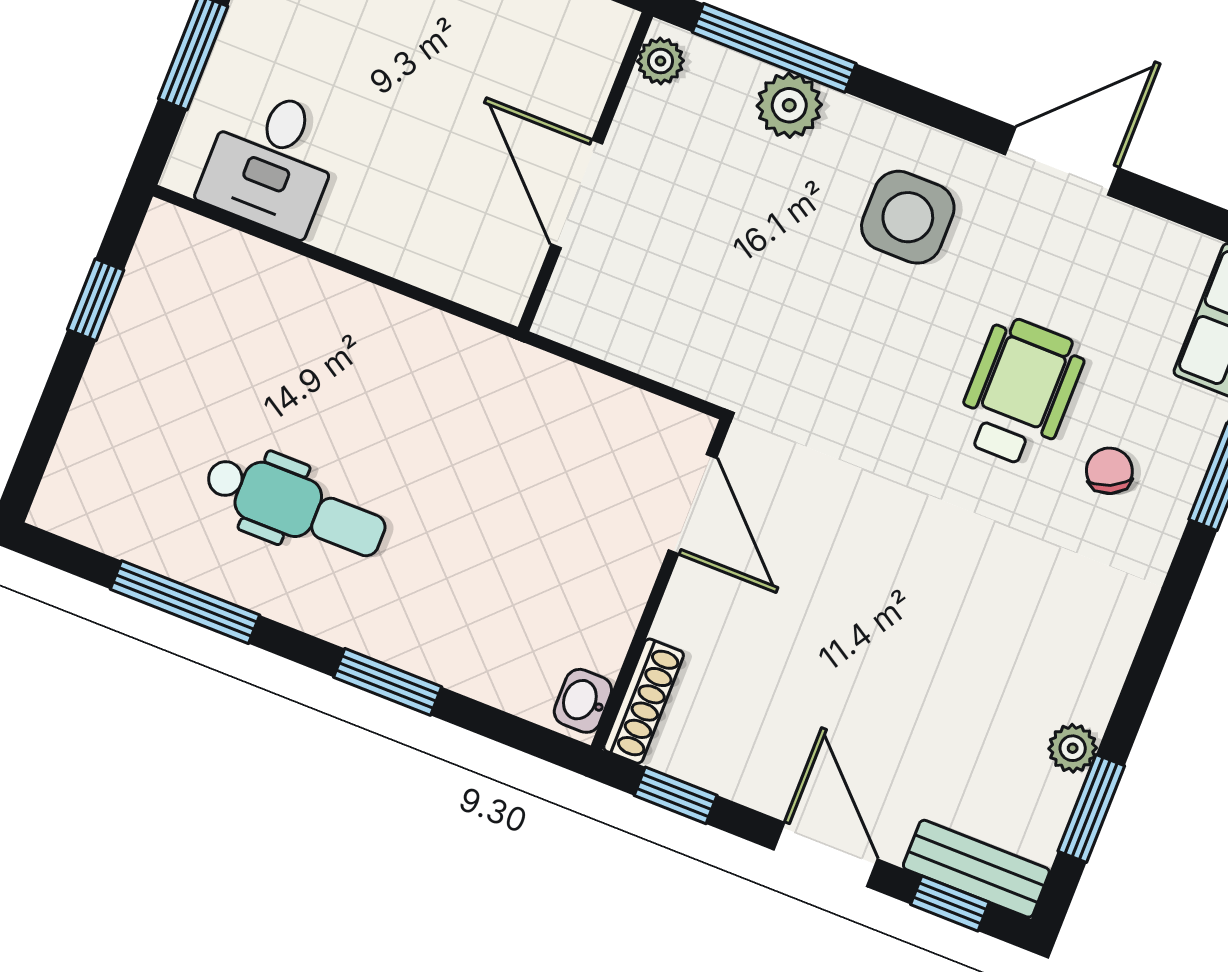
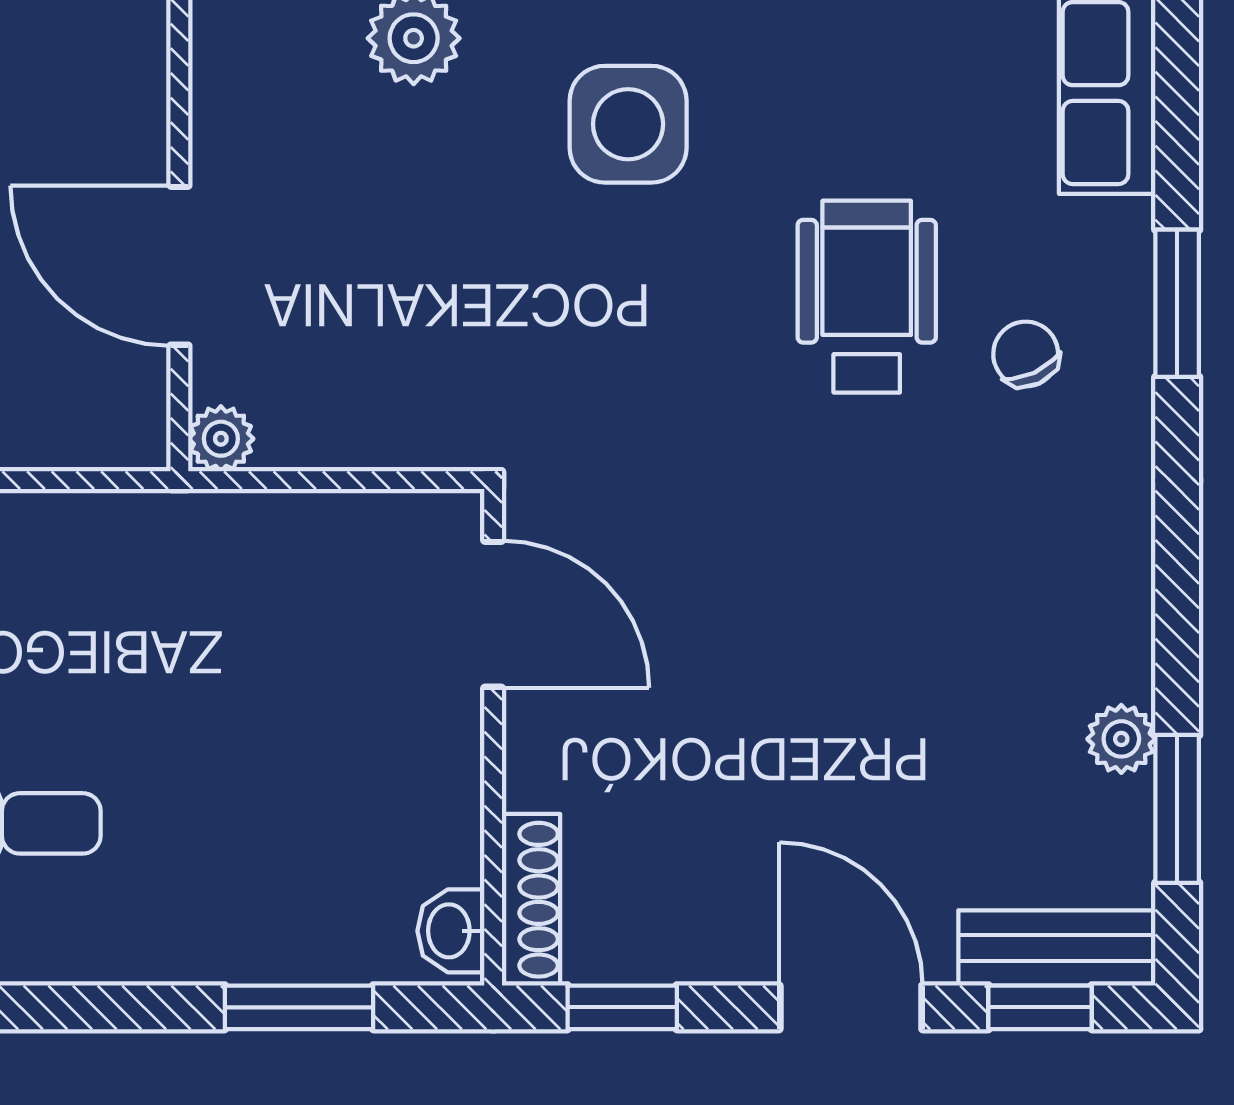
plant: (661, 61) -> (221, 439), moved
window: (388, 682) -> (299, 1007), moved

